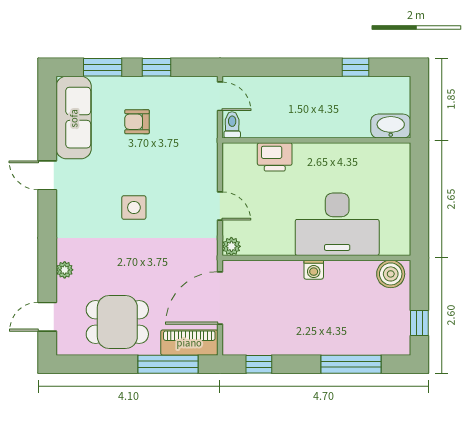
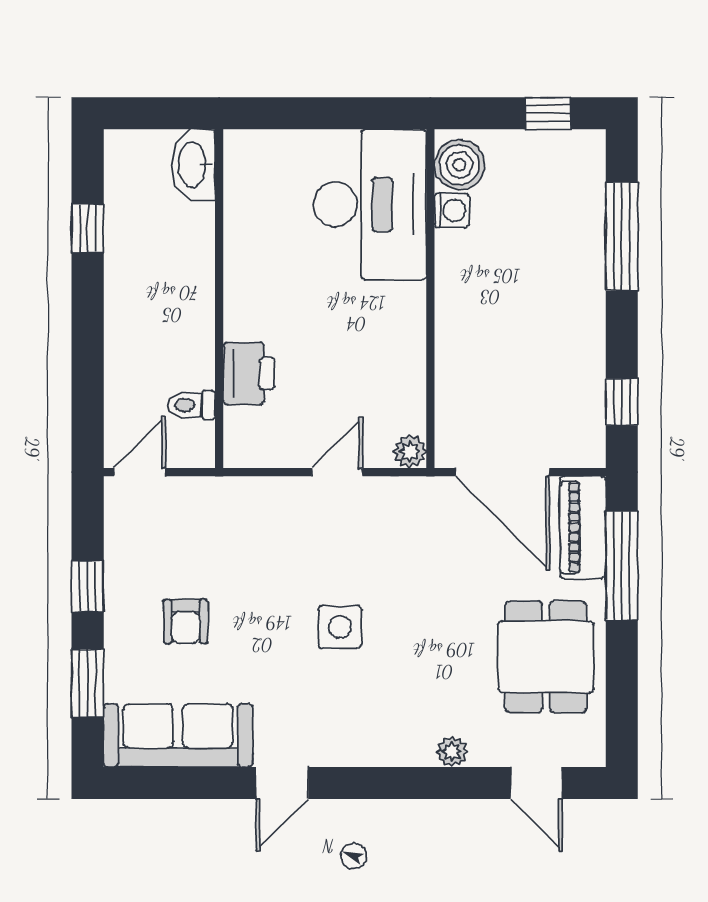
toilet: (232, 125) -> (191, 405), moved
desk: (337, 224) -> (370, 205), moved
washing machine: (314, 270) -> (452, 210), moved

